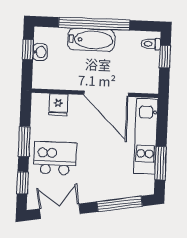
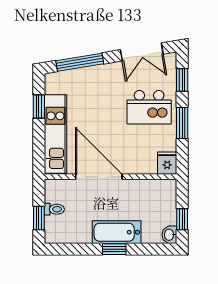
window: (94, 24) -> (114, 249), width x0.32
toilet: (151, 44) -> (54, 209), moved
washbasin: (40, 52) -> (169, 235), moved
fridge: (58, 105) -> (167, 163), moved
window: (160, 163) -> (39, 106), width x0.67

